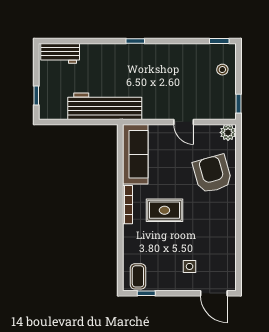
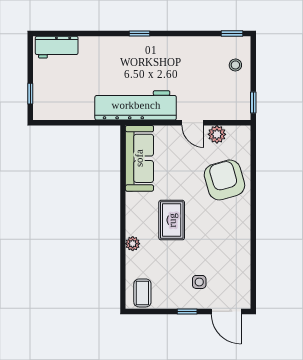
workbench: (105, 106) -> (136, 105), moved
plant: (228, 132) -> (217, 134), moved
bookcase: (127, 205) -> (131, 214), removed
rug: (164, 210) -> (172, 220), turned 90
plant: (129, 232) -> (133, 244), added
window: (146, 293) -> (187, 311), moved

